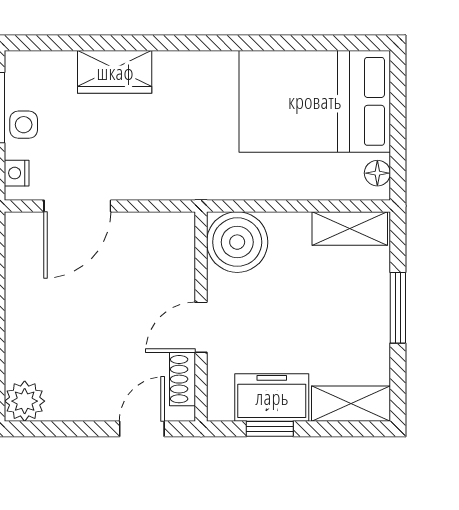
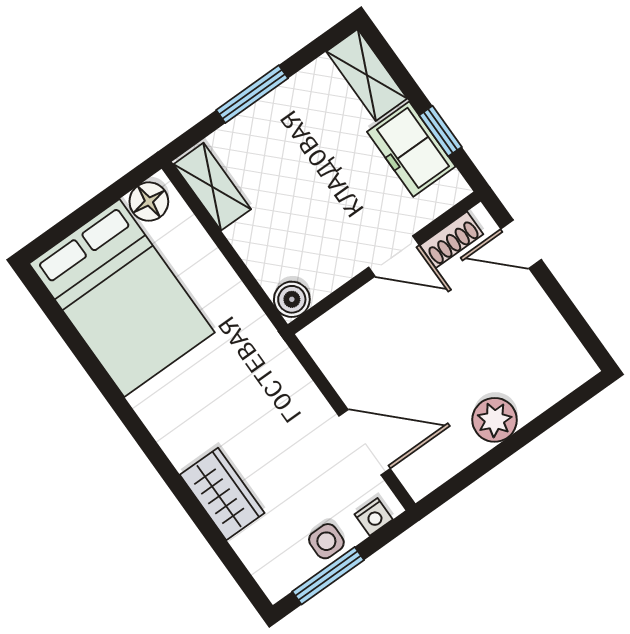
floor lamp: (377, 173) -> (149, 202), width x1.37, depth x1.37
boiler: (237, 242) -> (292, 299), width x0.54, depth x0.54
plant: (25, 401) -> (495, 420), moved

